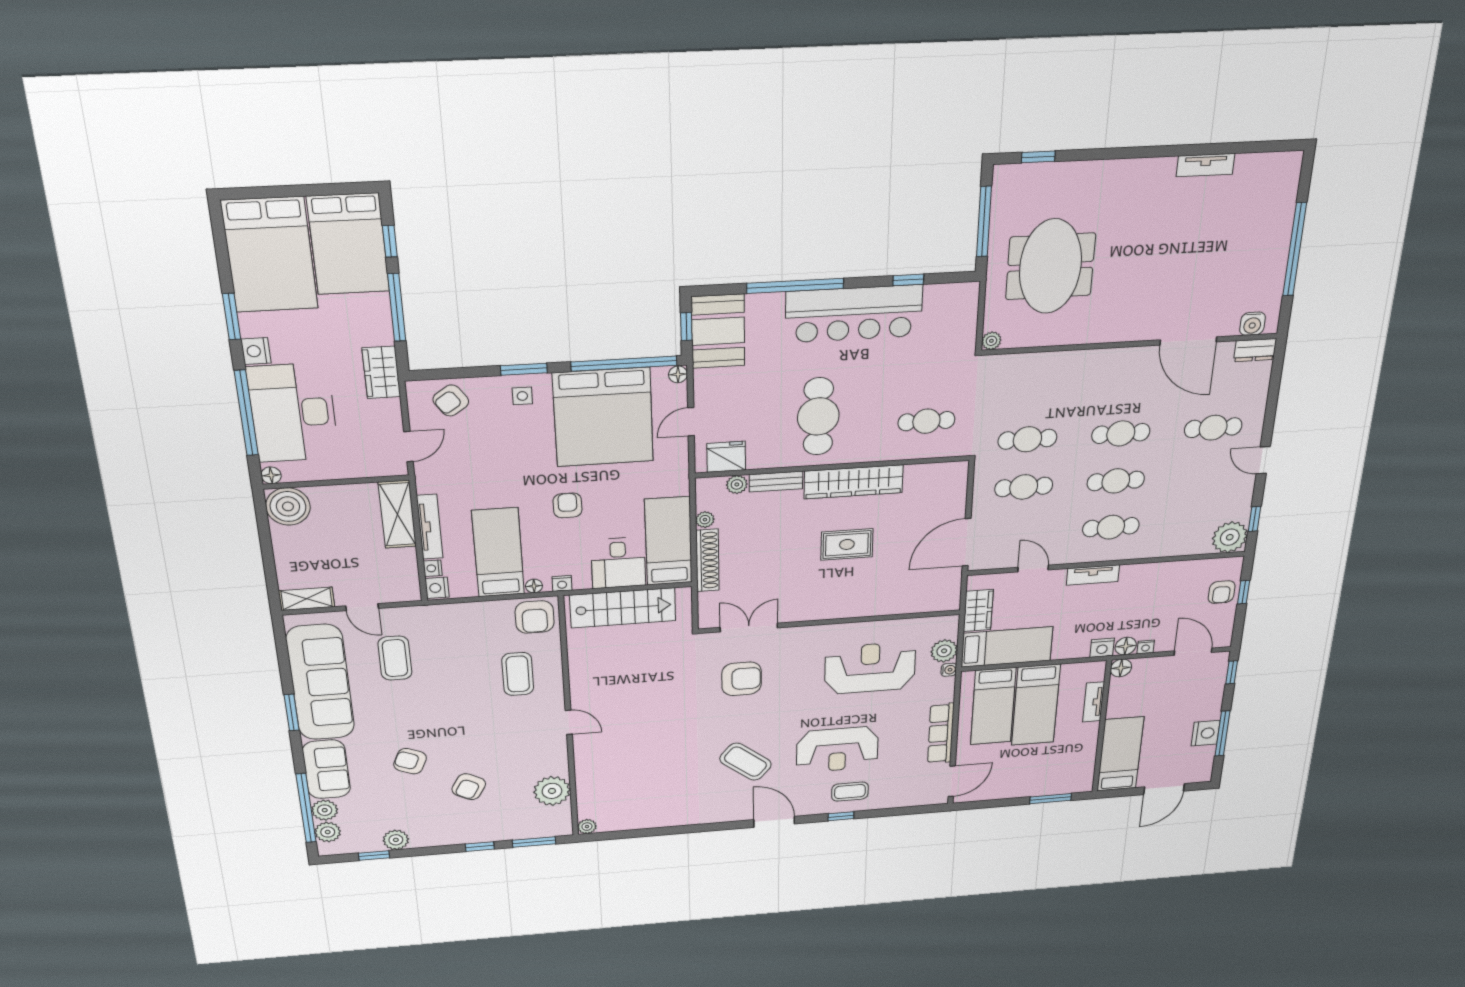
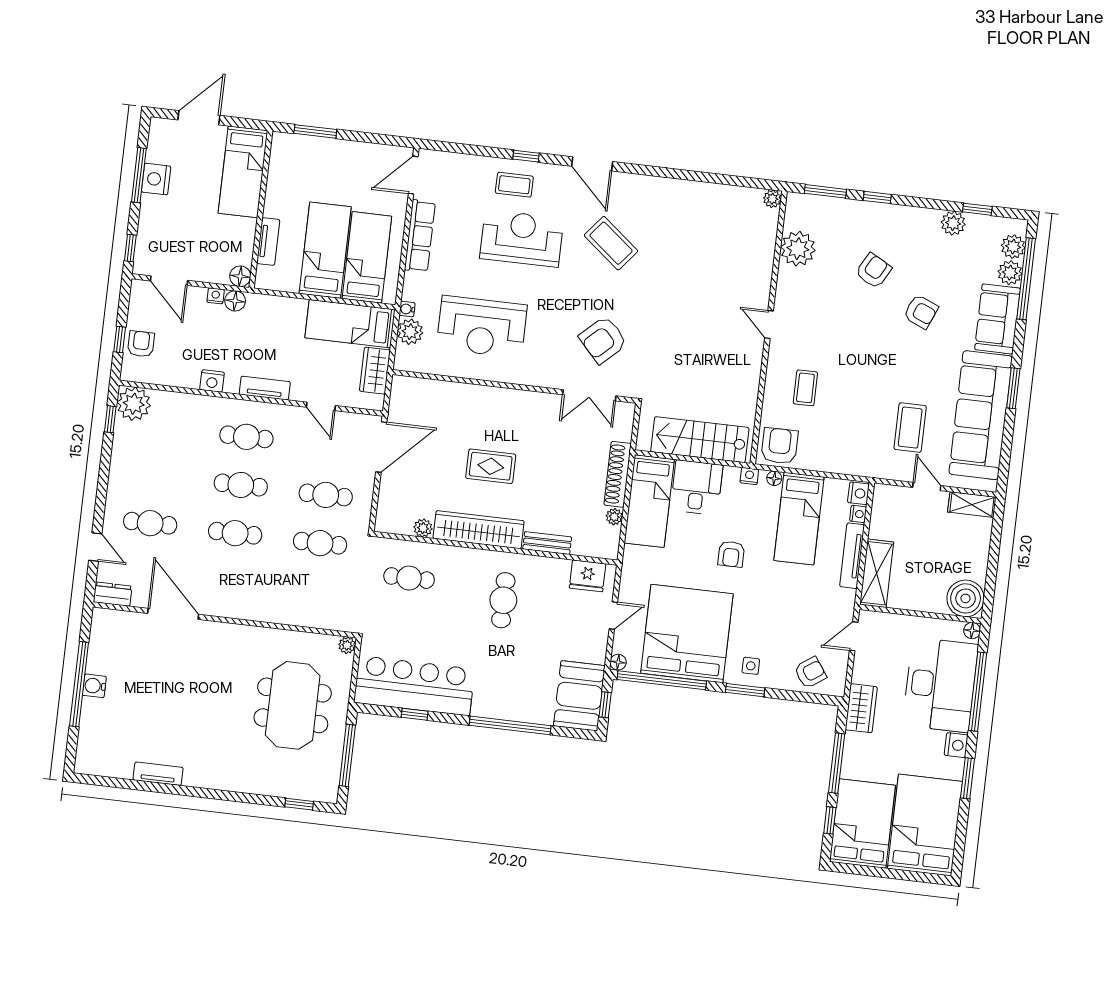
bar counter: (854, 314) -> (414, 686), moved
water cooler: (1252, 324) -> (94, 686), moved, turned -90
cafe table: (818, 416) -> (503, 600), width x0.73, depth x0.74
door: (1263, 460) -> (95, 547), moved
plant: (737, 484) -> (423, 528), moved
nightstand: (1102, 648) -> (212, 381), moved, turned 180
coffee table: (518, 674) -> (805, 388), width x0.73, depth x0.77
armchair: (742, 679) -> (603, 340), turned -43

